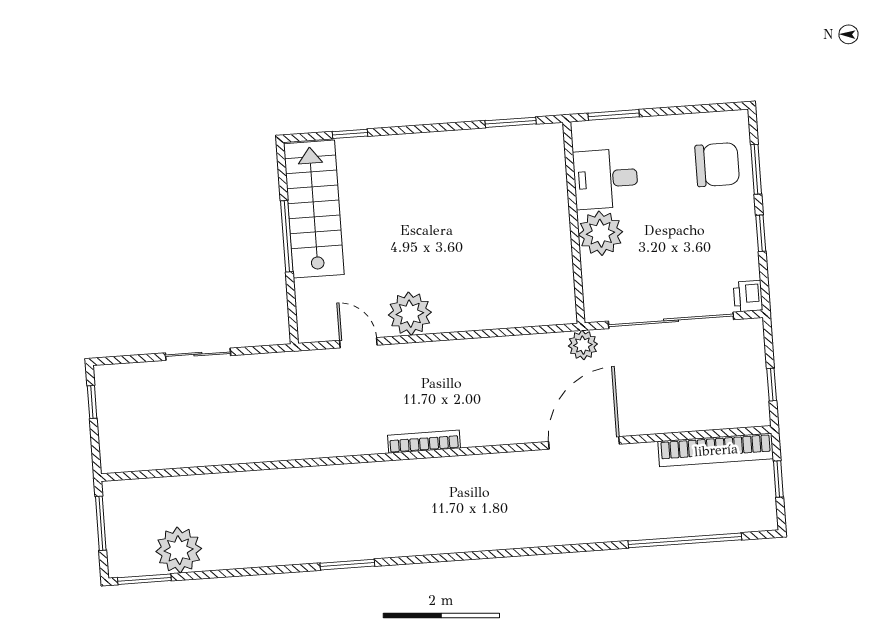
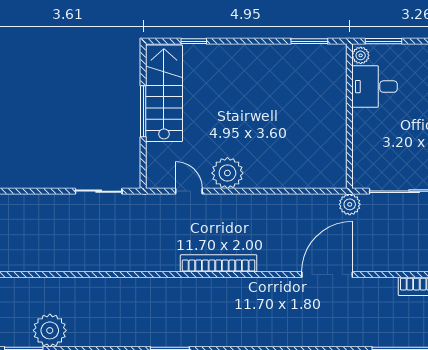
plant: (601, 233) -> (361, 55), moved, width x0.53, depth x0.53
sliding door: (198, 354) -> (99, 191), moved
bookcase: (424, 442) -> (219, 263), width x1.48, depth x1.31
door: (584, 443) -> (327, 275), moved

